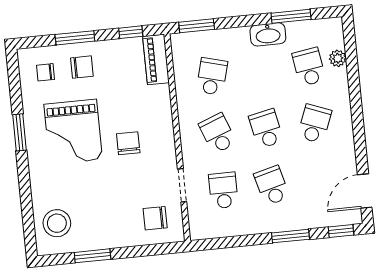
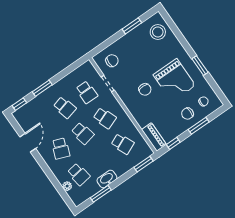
school desk: (212, 77) -> (123, 144), turned -39
grand piano: (73, 132) -> (174, 80), turned 180
door: (365, 191) -> (28, 143), moved

